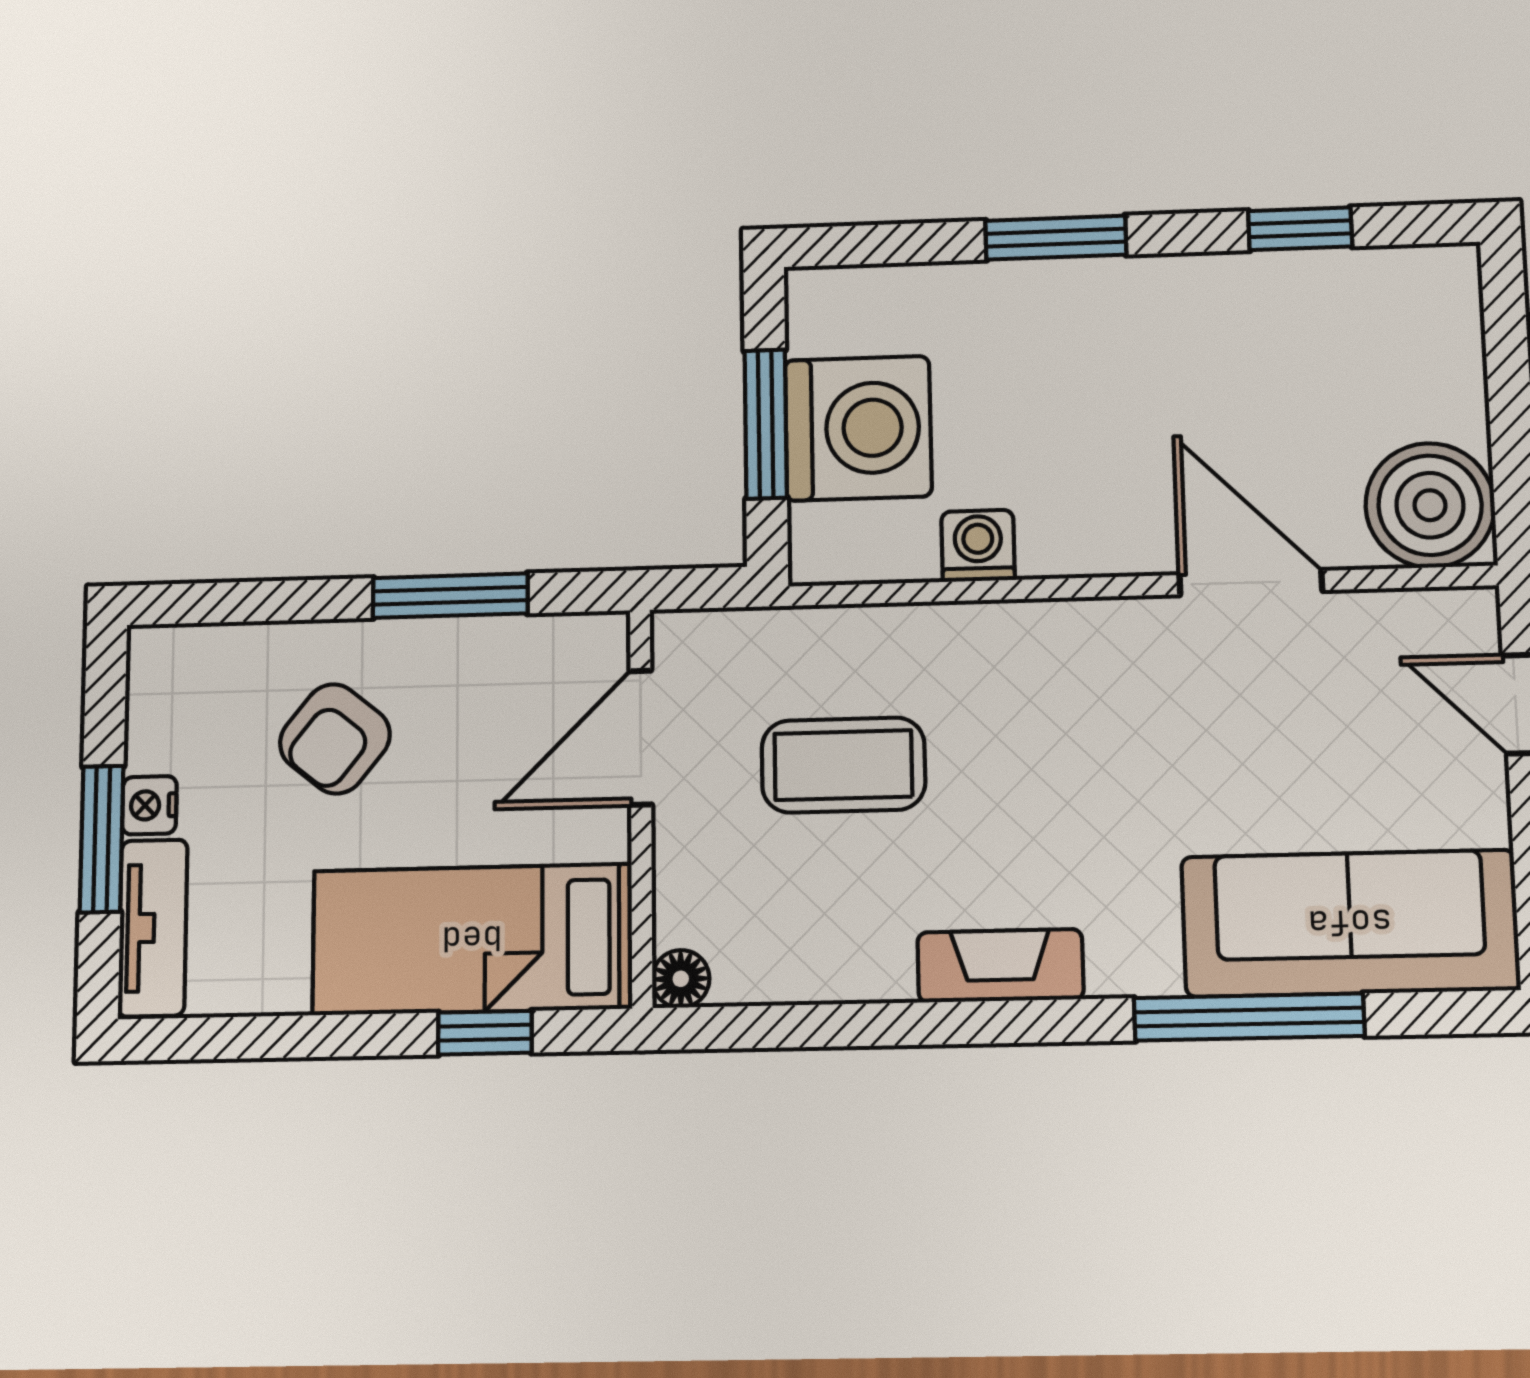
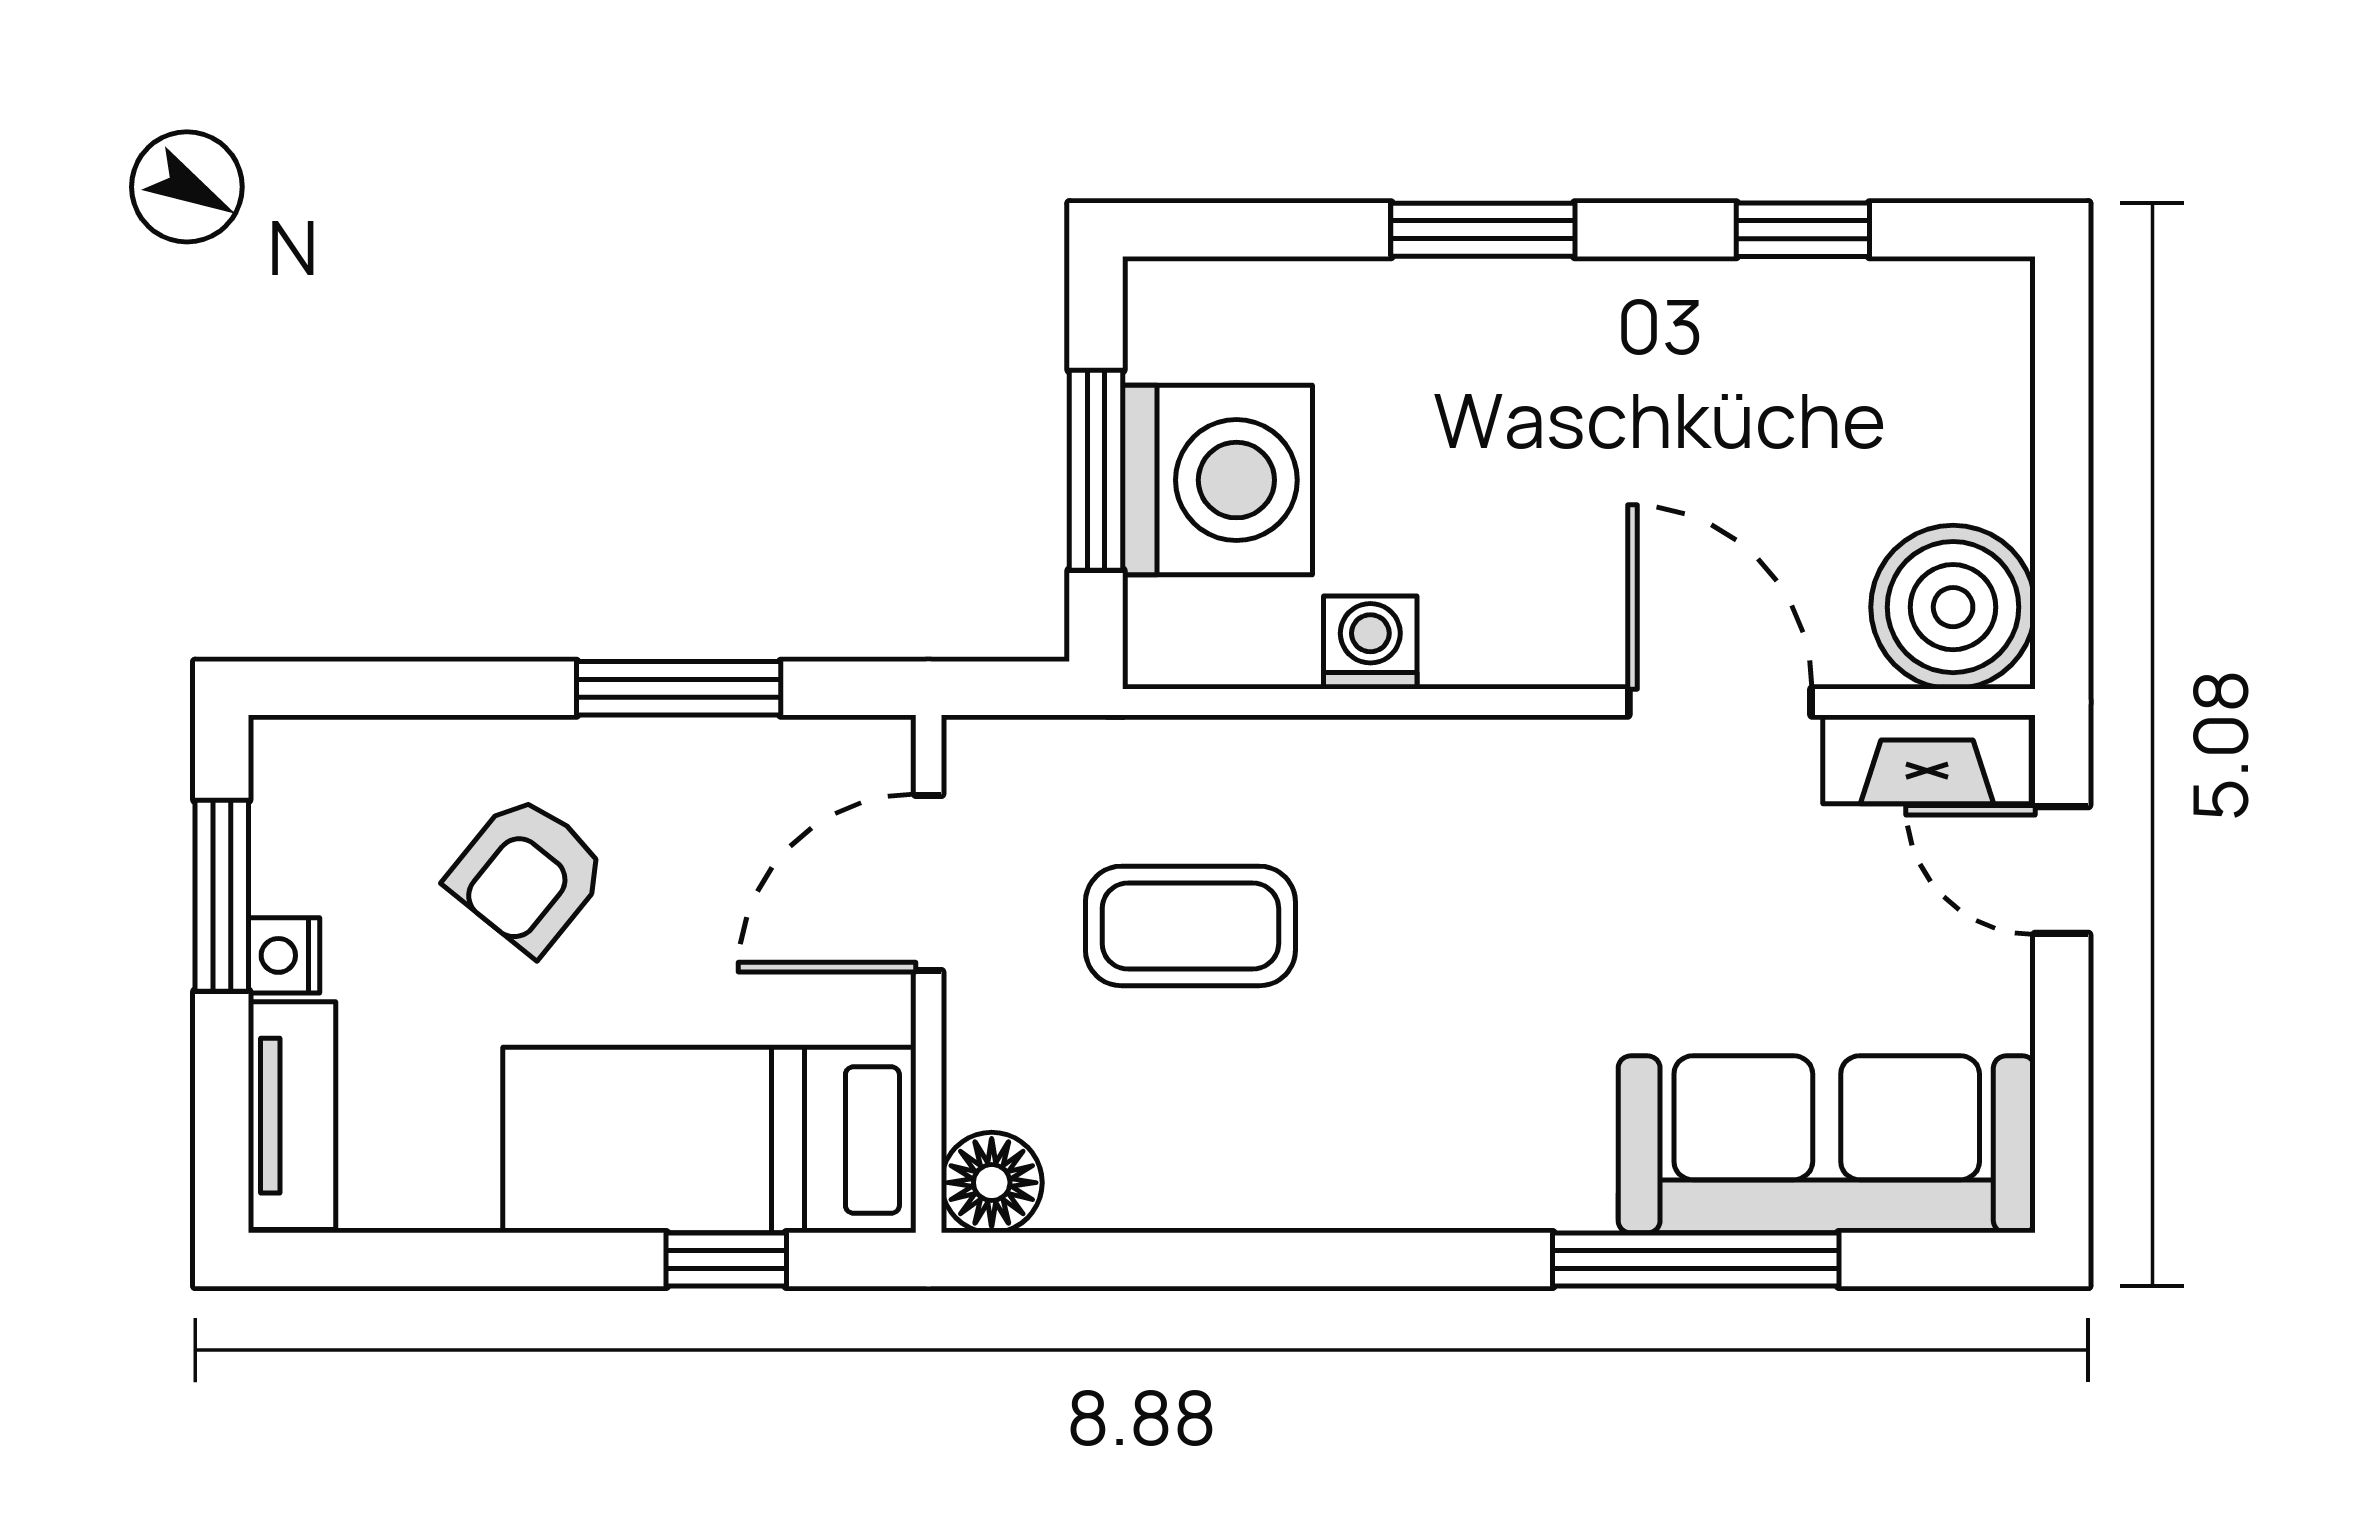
window: (102, 839) -> (222, 896), moved
fireplace: (1000, 966) -> (1927, 759), moved, turned 180
floor lamp: (681, 979) -> (992, 1183), width x1.37, depth x1.37

